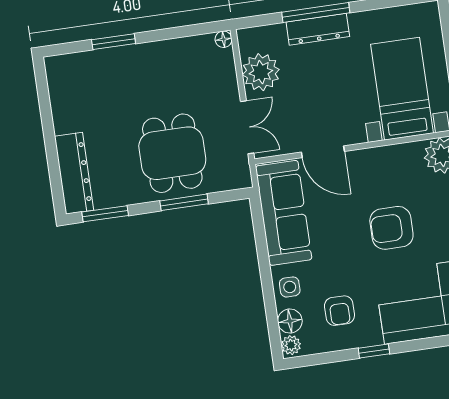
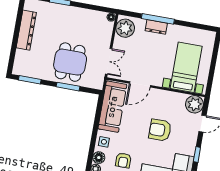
dresser: (318, 29) -> (156, 27), width x0.70
plant: (261, 72) -> (125, 28), moved
door: (323, 152) -> (140, 84), hinge flipped
dresser: (74, 173) -> (26, 30), moved

